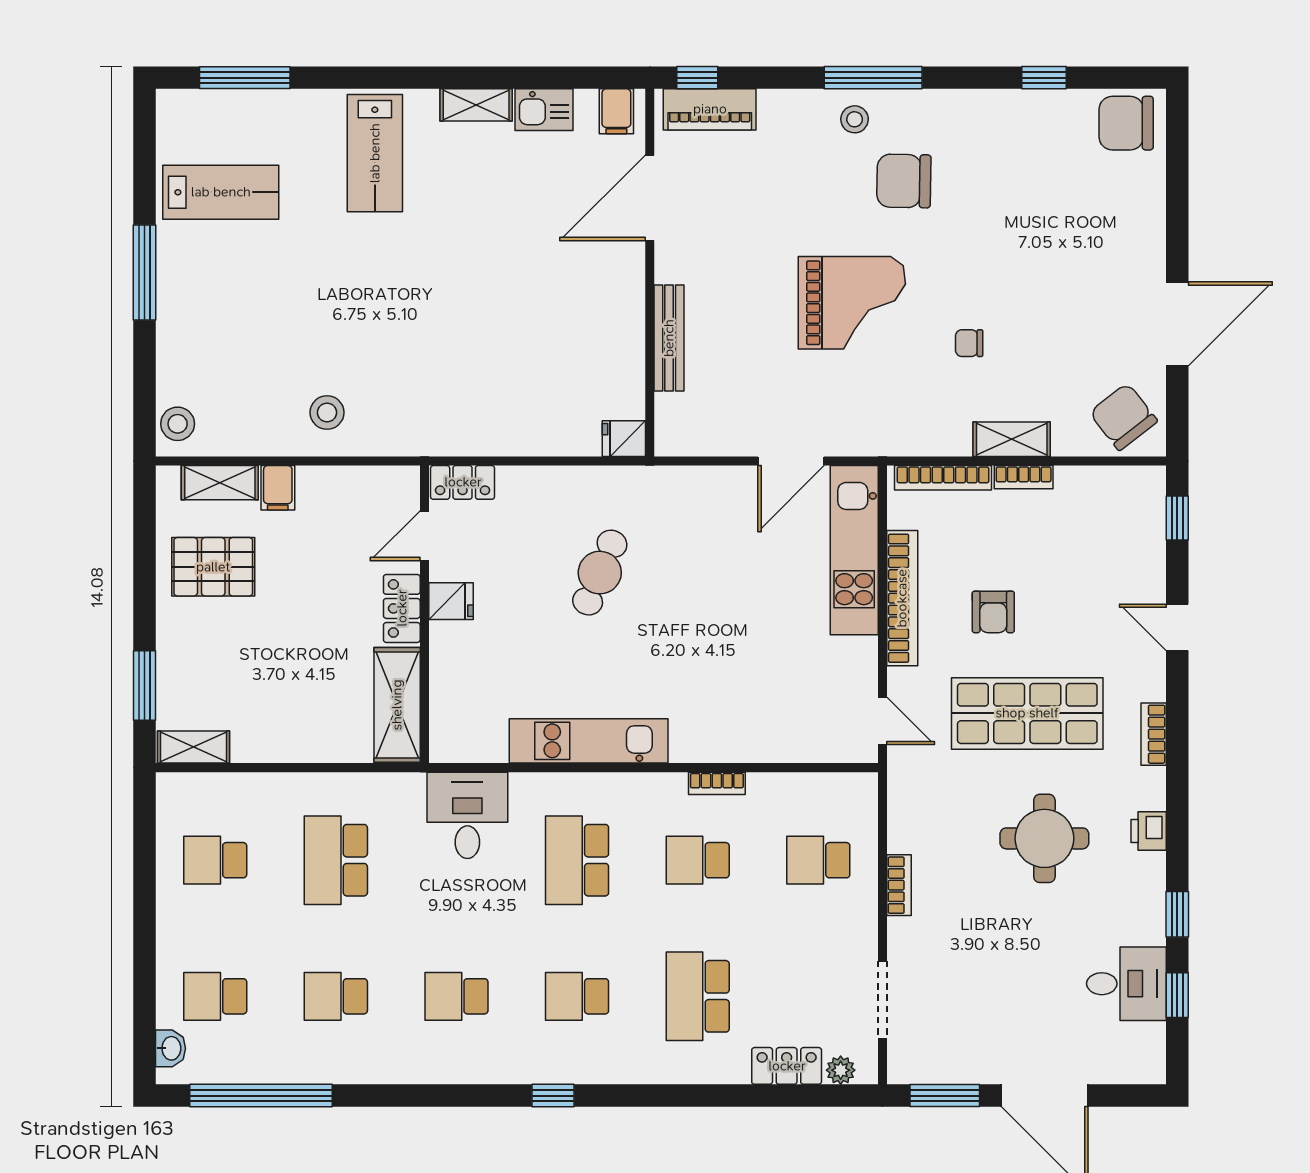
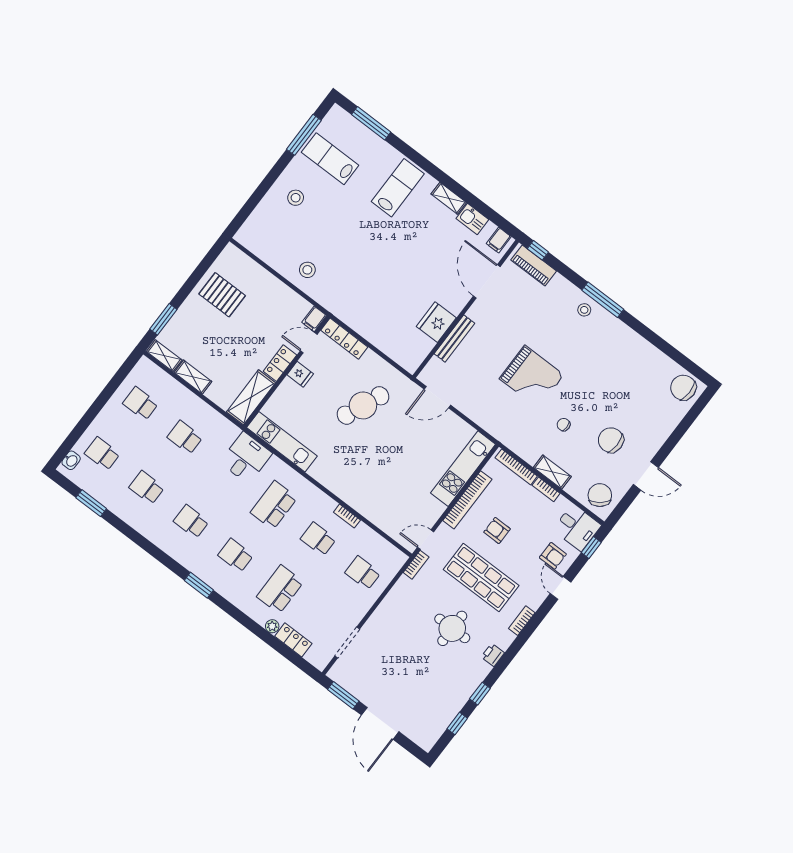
window: (1044, 78) -> (666, 348), removed
lab bench: (375, 153) -> (398, 188), turned 180
chair: (904, 181) -> (611, 440), moved
lab bench: (221, 192) -> (330, 159), turned 180
door: (650, 198) -> (487, 281), hinge flipped
window: (144, 273) -> (304, 135), moved
door: (1177, 324) -> (646, 476), width x0.73
stool: (178, 424) -> (296, 198), moved
fridge: (624, 439) -> (436, 322), moved, width x1.88, depth x1.34
door: (791, 461) -> (437, 397), moved
locker: (463, 482) -> (344, 339), width x1.53
shelving: (220, 483) -> (193, 377), moved
filing cabinet: (278, 488) -> (314, 319), moved
cafe table: (600, 573) -> (363, 405), width x1.37, depth x1.35
armchair: (1122, 582) -> (553, 556), added
armchair: (993, 612) -> (497, 531), turned 90
door: (882, 721) -> (426, 540), swing flipped
kitchen unit: (589, 741) -> (282, 442), moved
school desk: (336, 860) -> (185, 437), width x0.54
bookcase: (899, 885) -> (416, 565), moved
desk: (1126, 984) -> (577, 527), moved
plant: (841, 1070) -> (272, 626), moved
window: (261, 1096) -> (91, 503), width x0.47
window: (553, 1096) -> (199, 585), width x1.50

